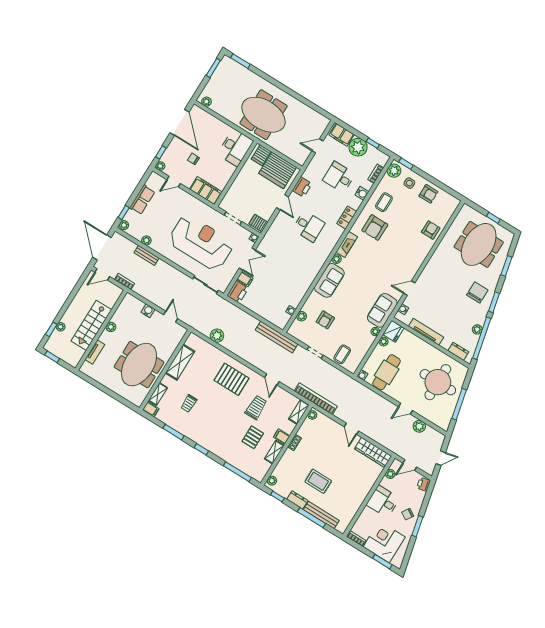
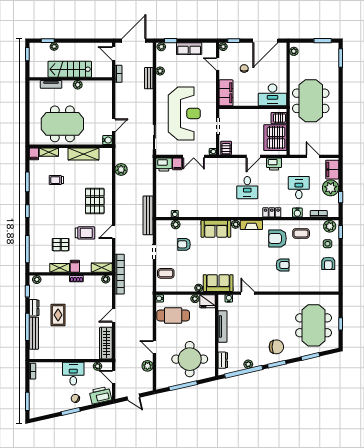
armchair: (431, 230) -> (283, 265), moved
meeting table: (479, 244) -> (314, 325), turned 90
water cooler: (148, 311) -> (107, 140), moved
printer: (424, 484) -> (100, 395), width x1.87, depth x1.48
corner desk: (384, 542) -> (43, 394), removed

